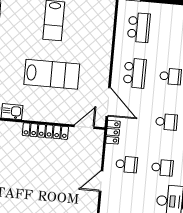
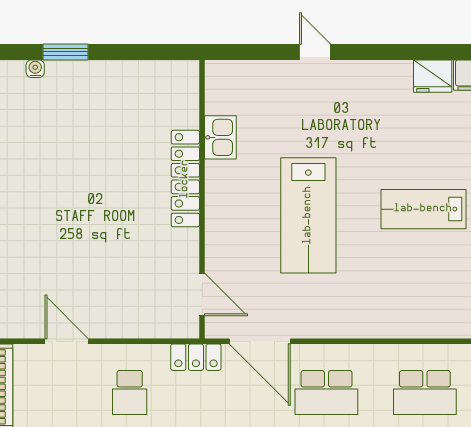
door: (108, 102) -> (260, 341), hinge flipped
locker: (45, 131) -> (185, 179), moved
door: (101, 181) -> (66, 341), moved

